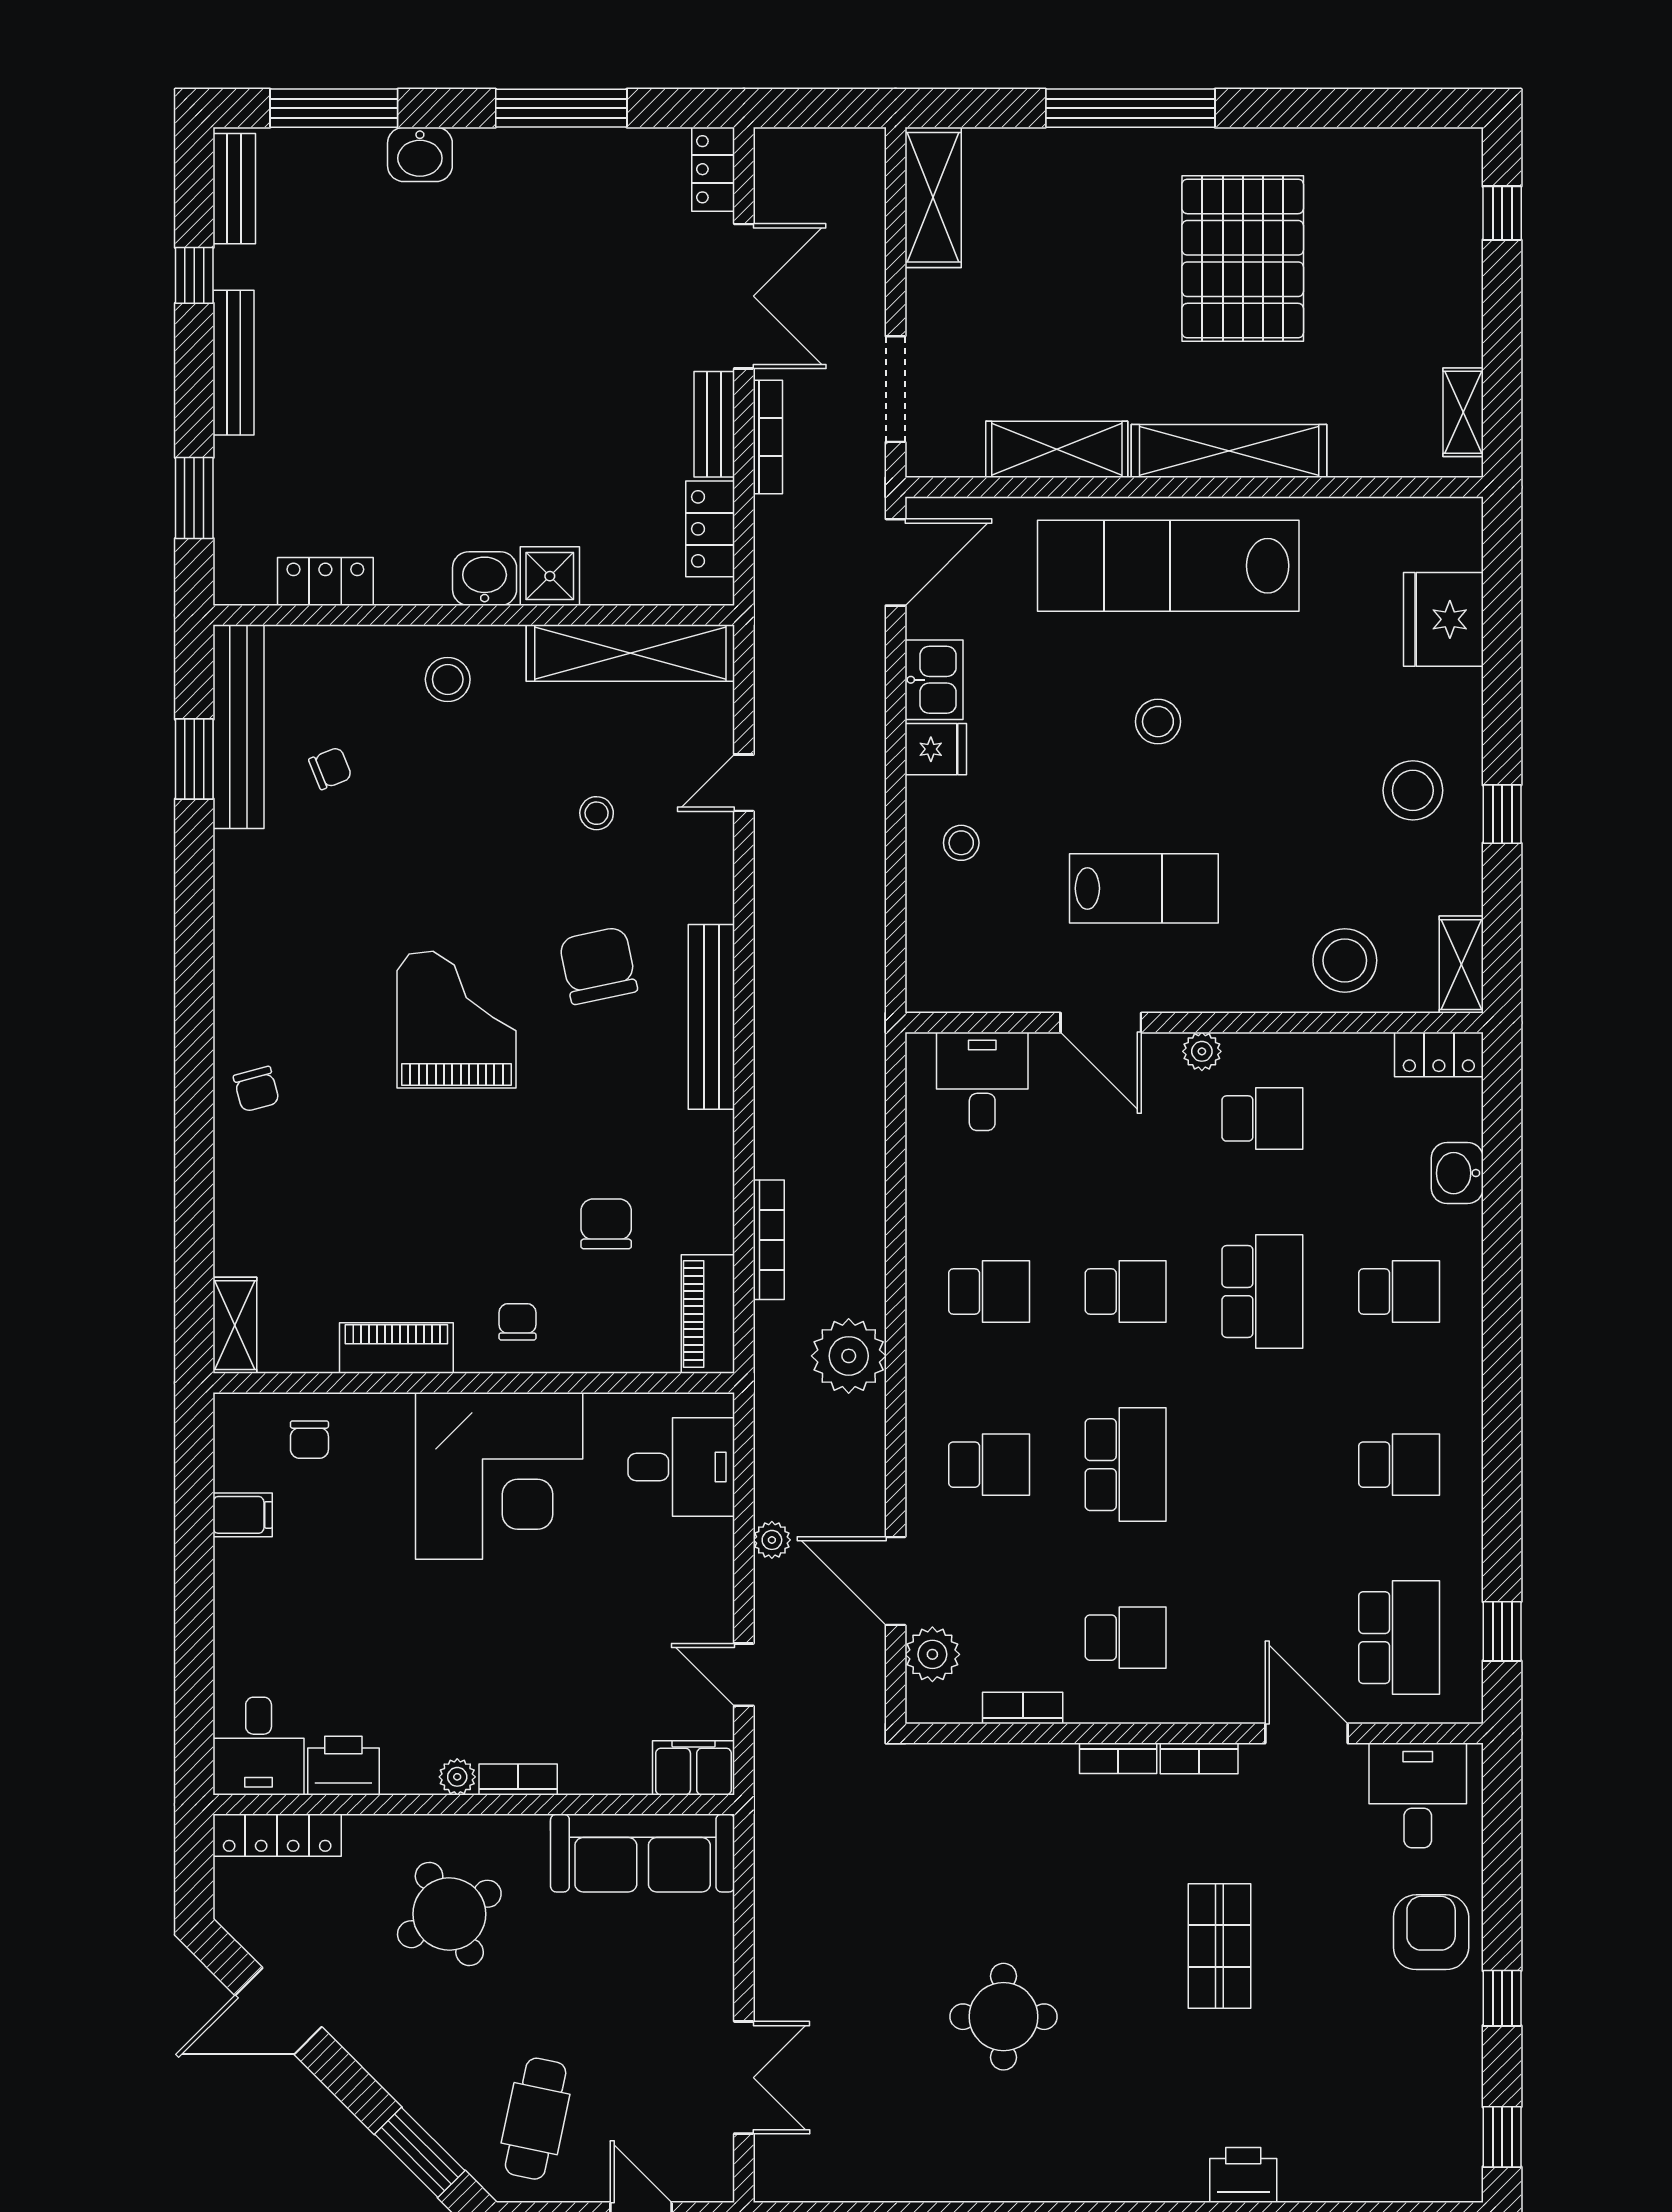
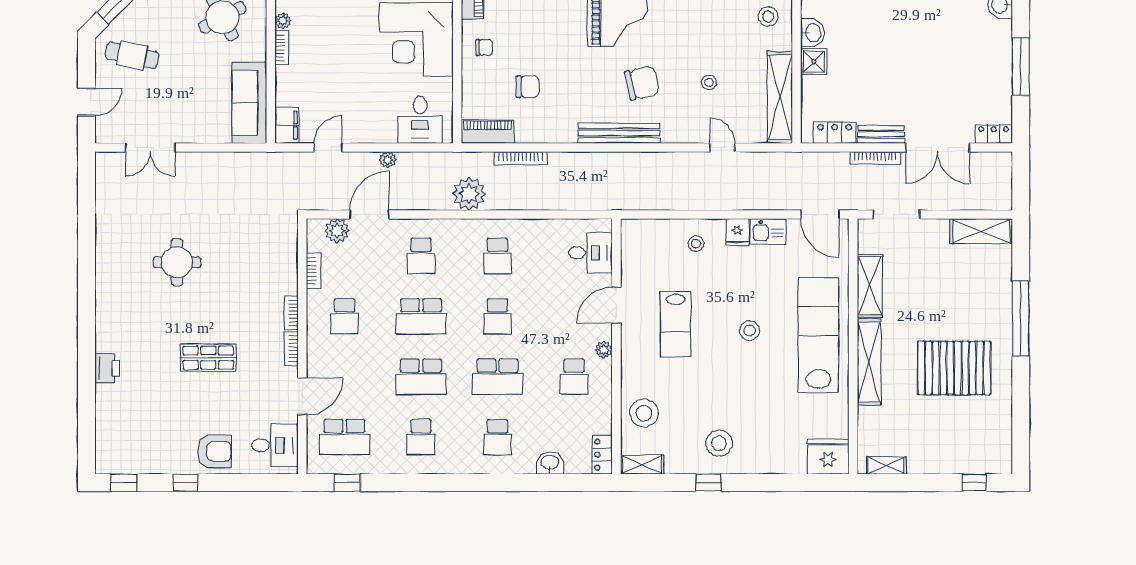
fridge: (1443, 619) -> (828, 457), moved
school desk: (1262, 1465) -> (421, 377), added

